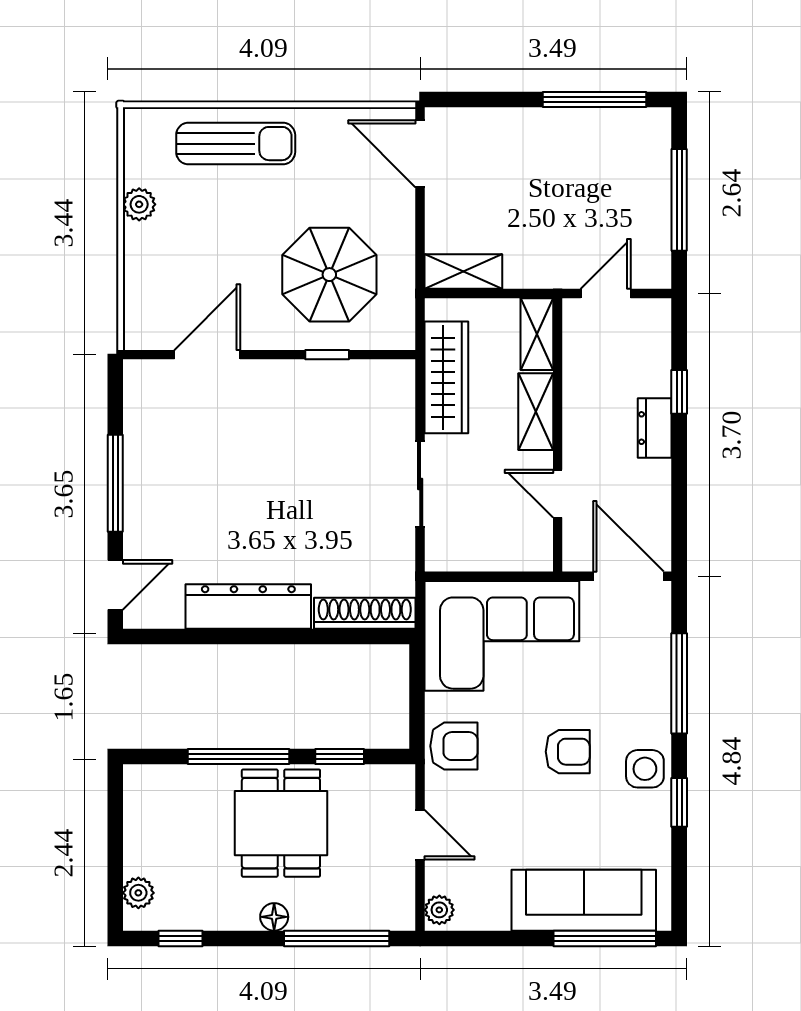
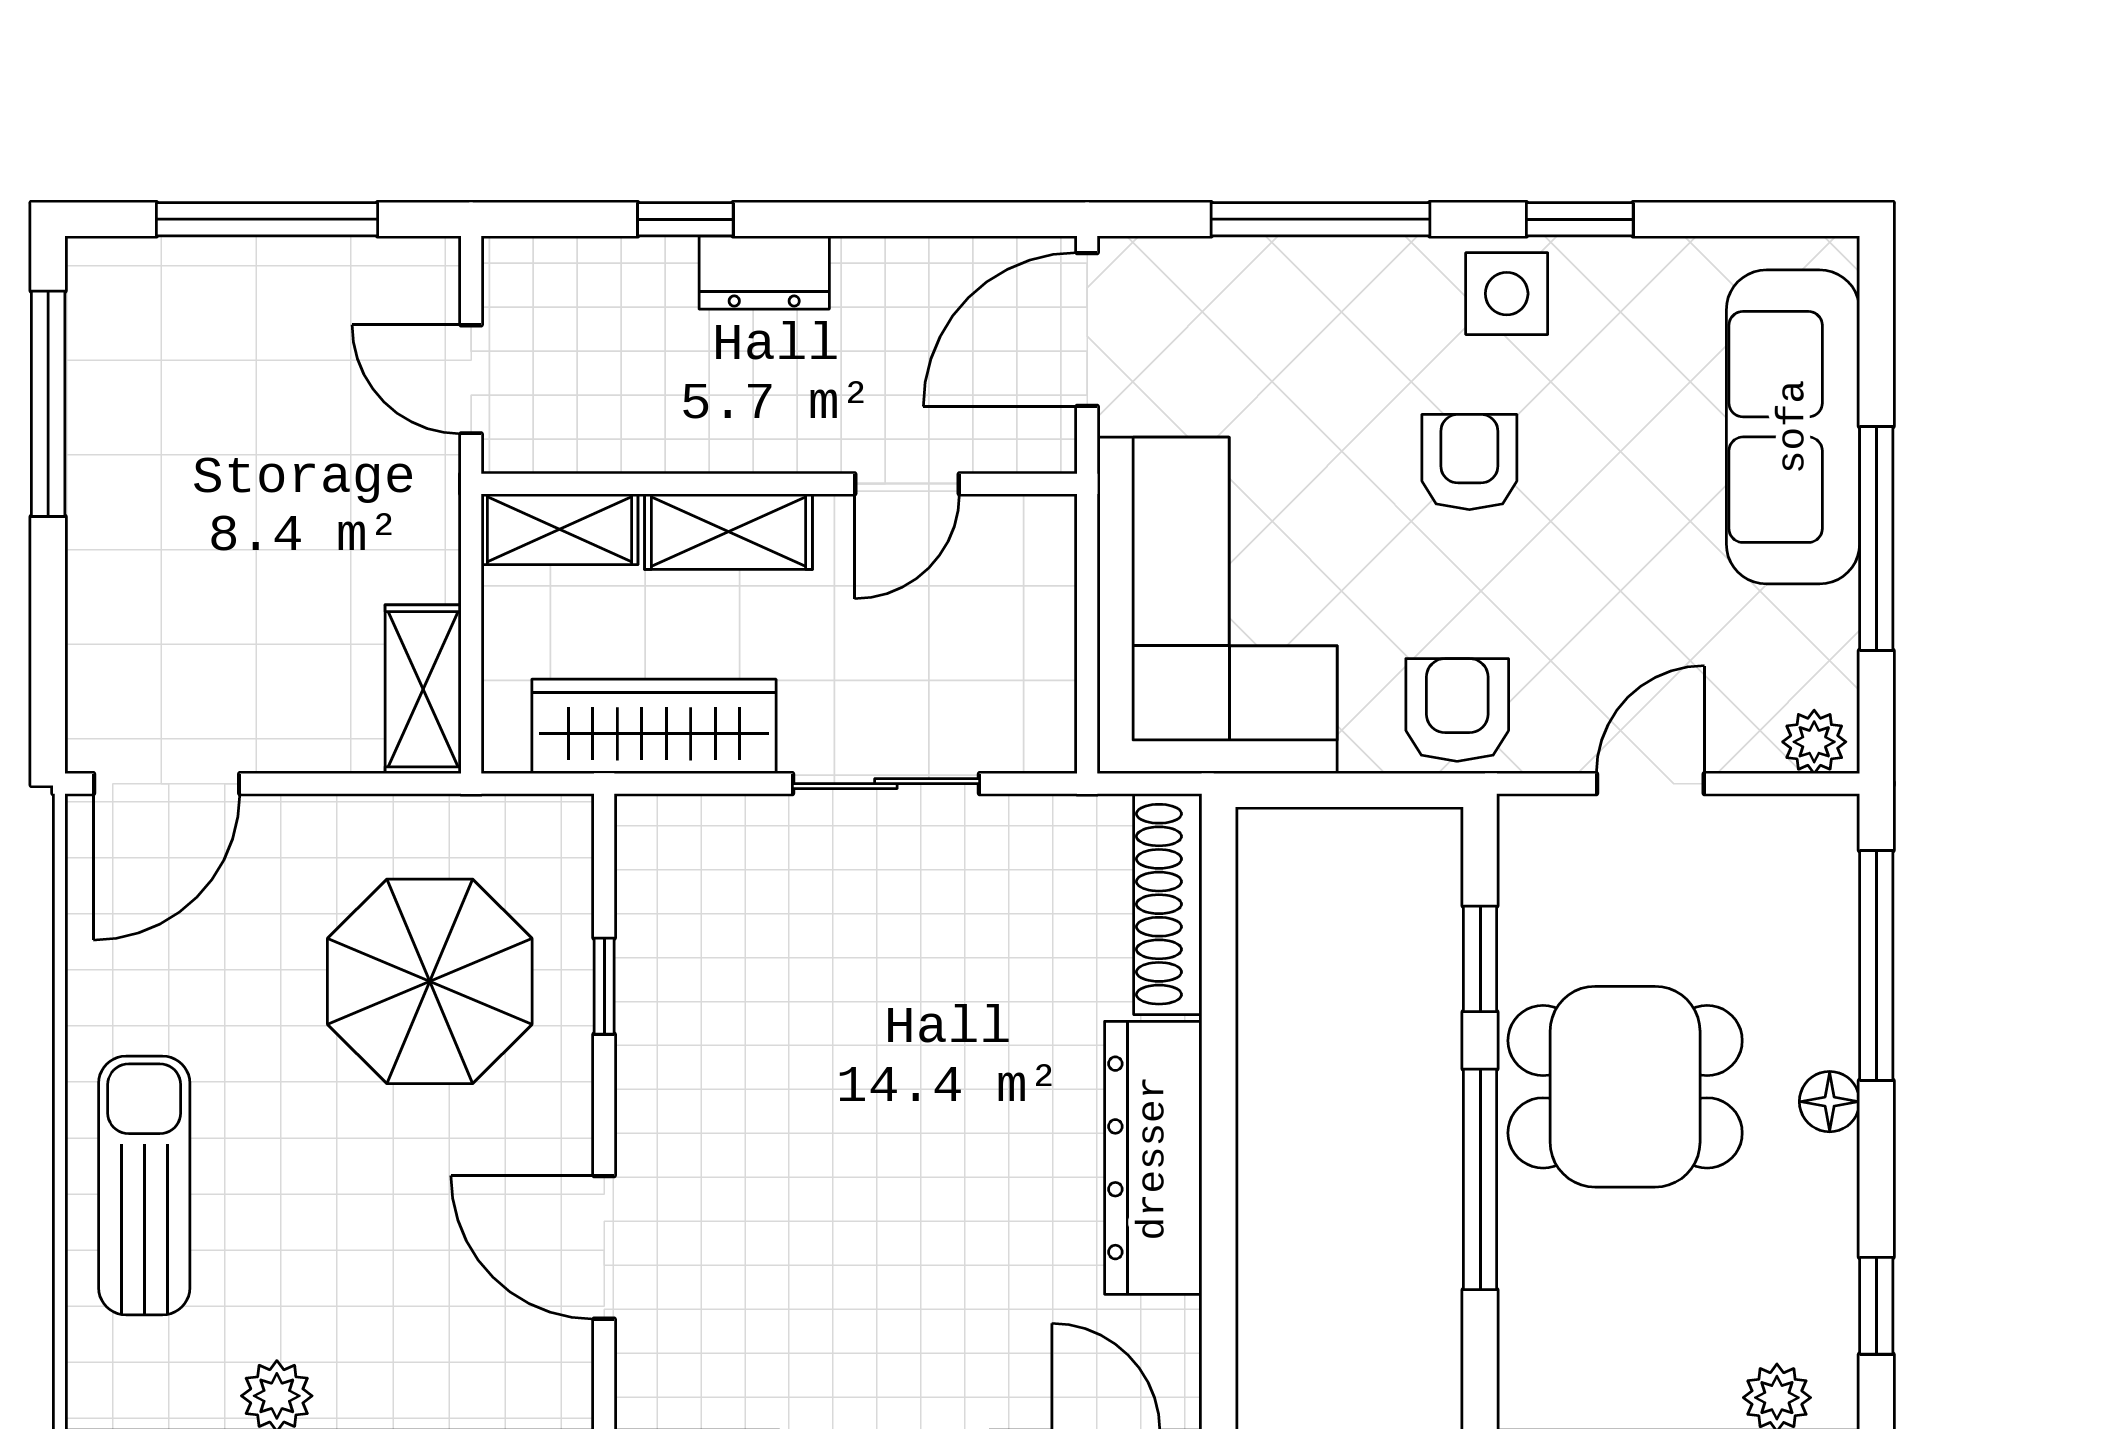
window: (605, 938) -> (1876, 538), moved

